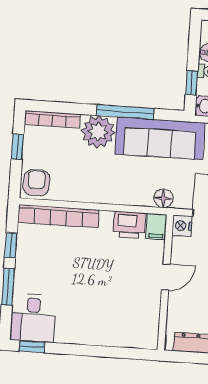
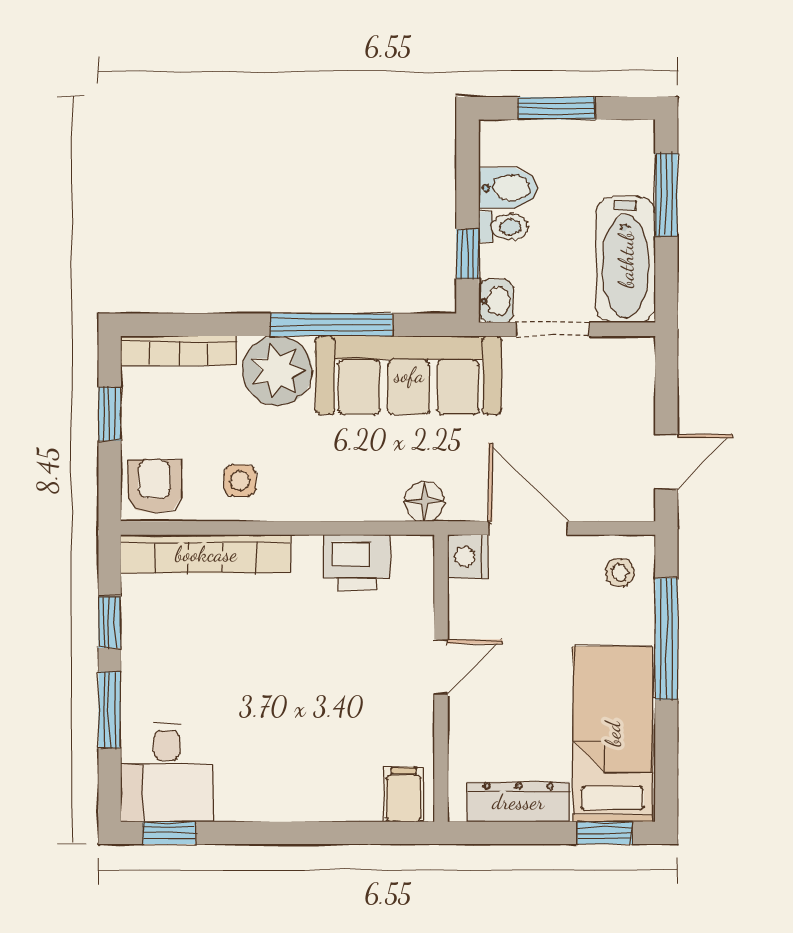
side table: (77, 183) -> (240, 481), added
filing cabinet: (156, 227) -> (404, 795), moved, turned 180

